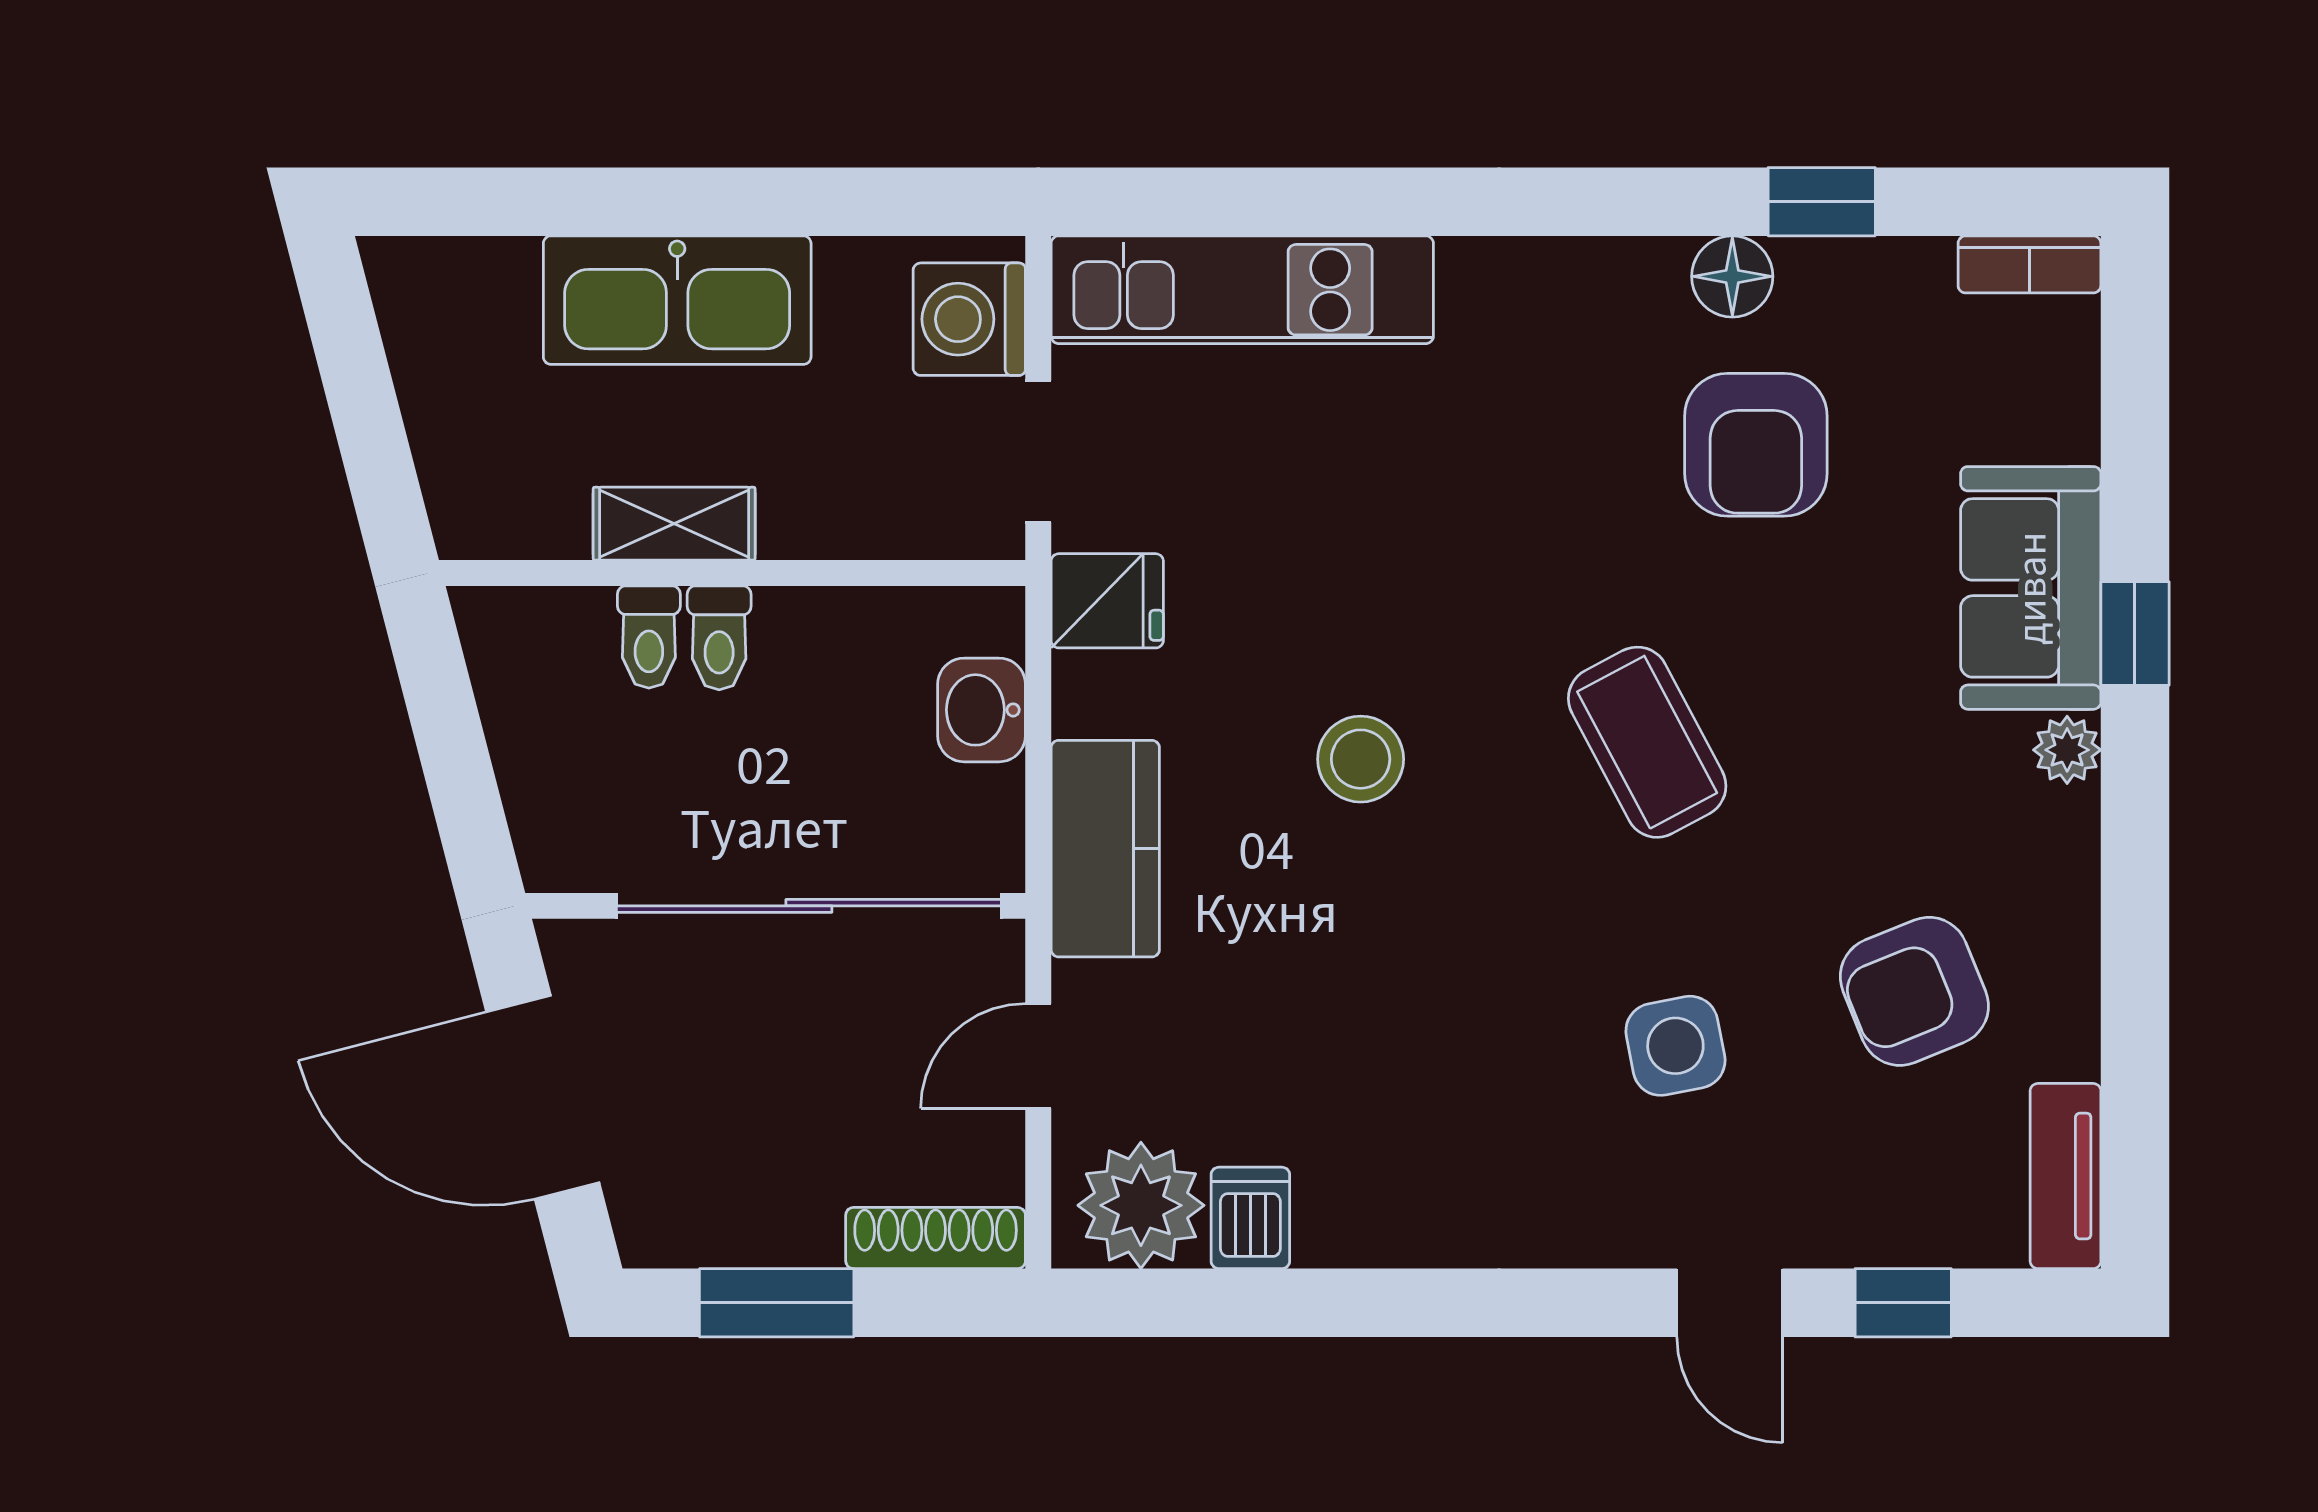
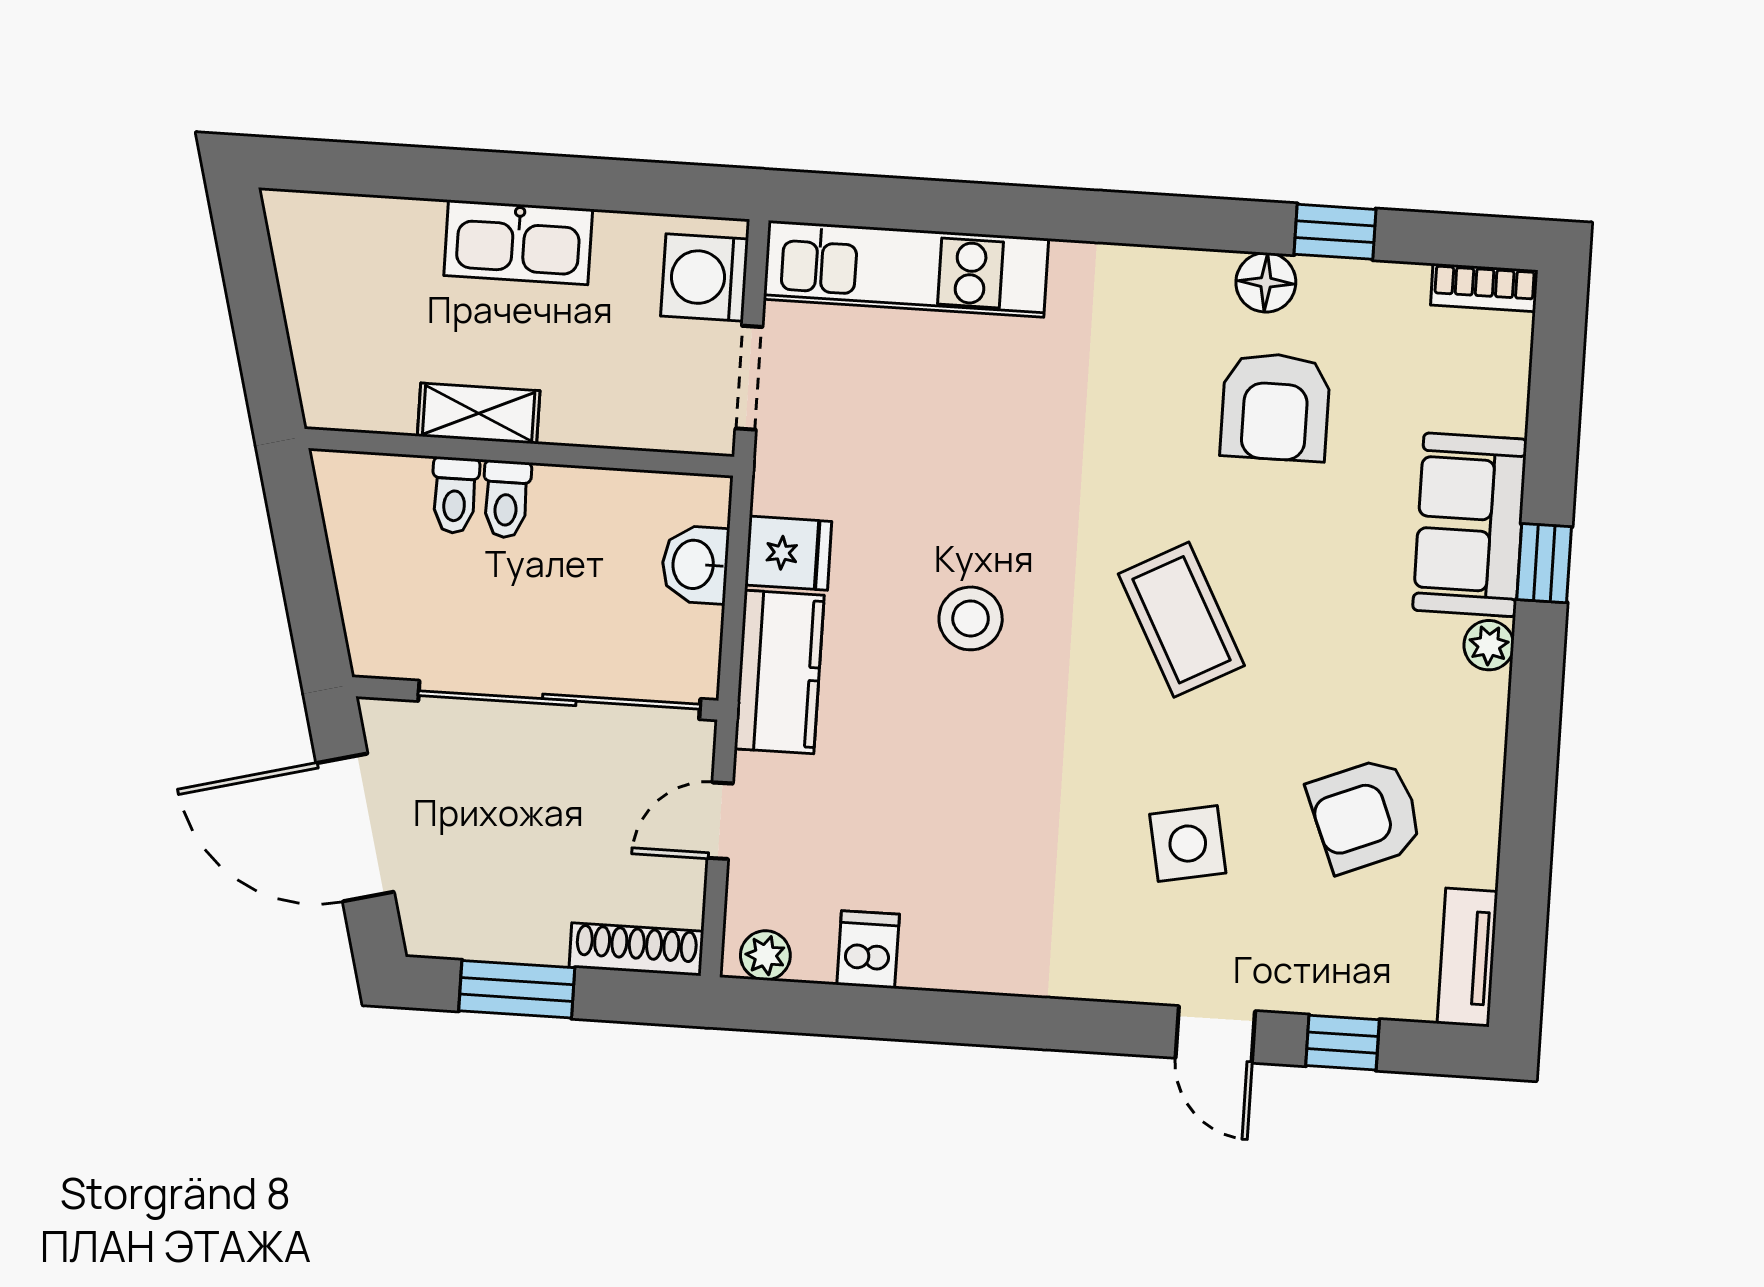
kitchen sink: (677, 300) -> (518, 242), width x0.73, depth x0.81
fridge: (1107, 601) -> (788, 553), moved
plant: (1141, 1205) -> (765, 955), width x0.53, depth x0.53

